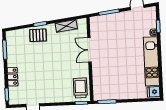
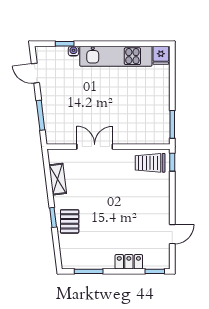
double door: (89, 50) -> (95, 147), swing flipped

